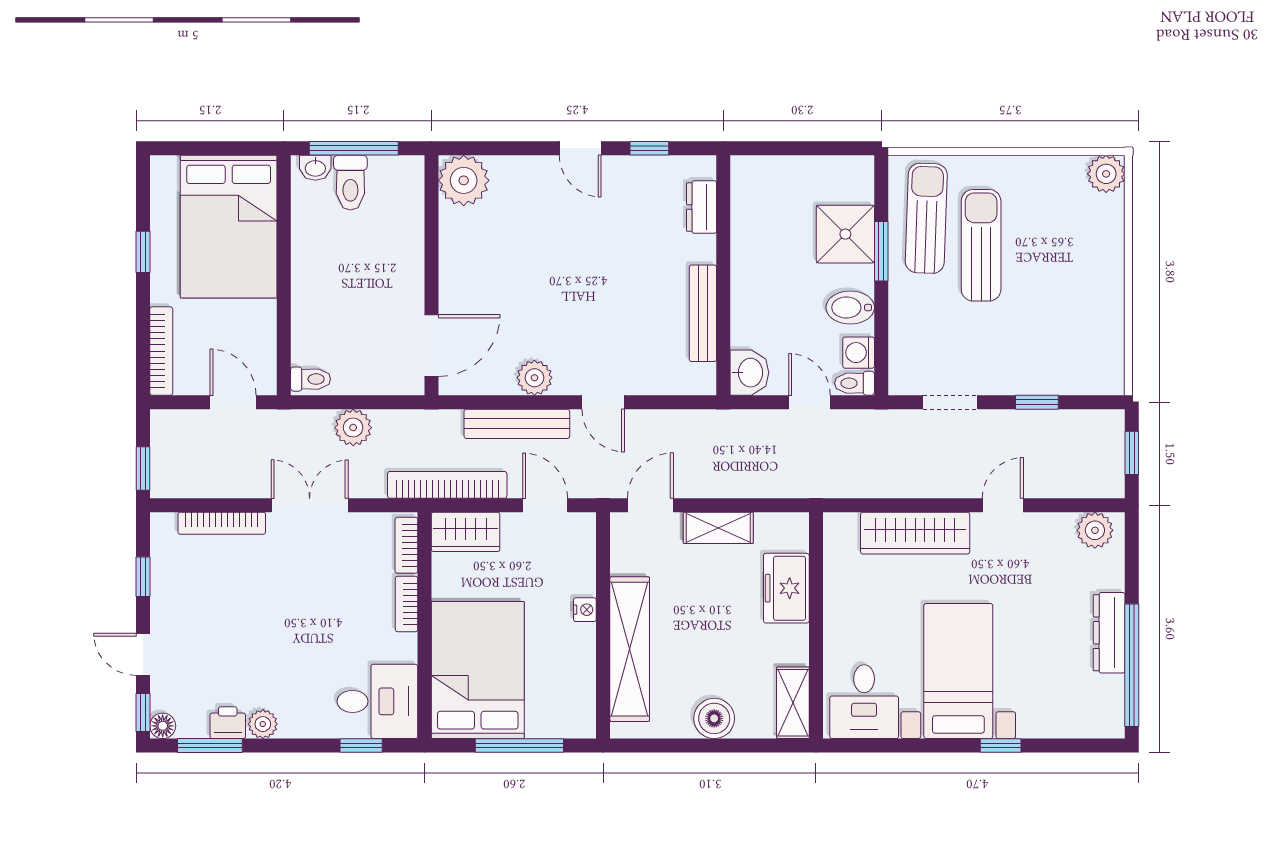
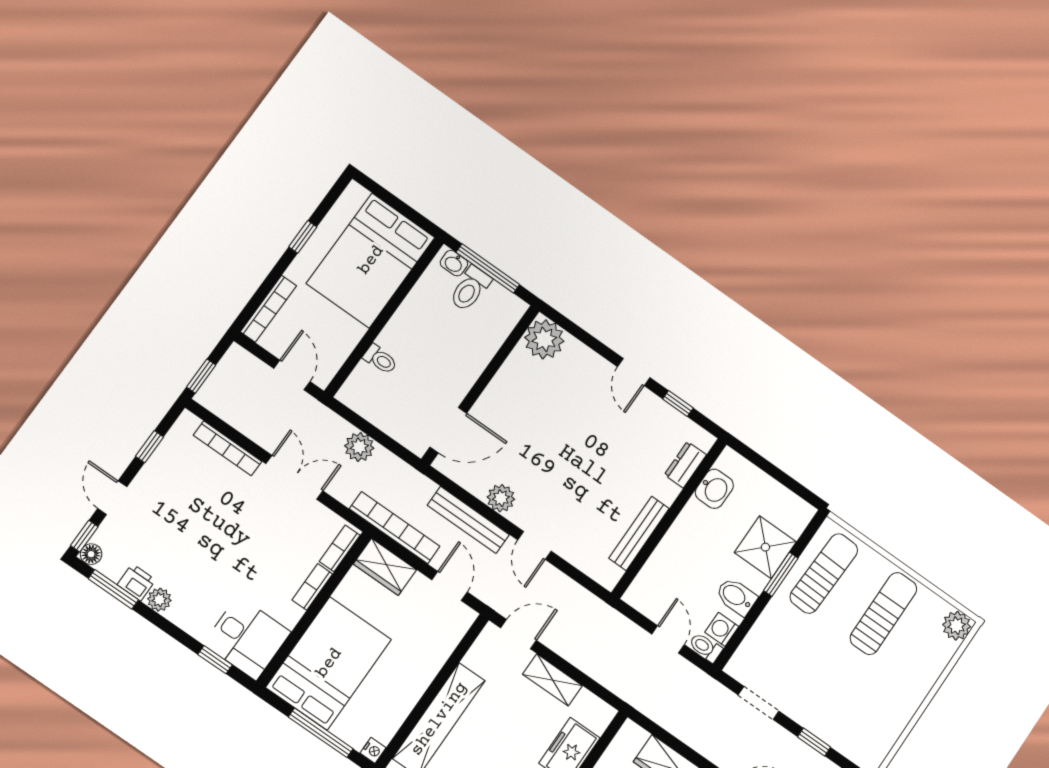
sun lounger: (981, 245) -> (883, 614), moved
washbasin: (749, 373) -> (714, 489), moved
toilet: (311, 379) -> (380, 359), moved
nightstand: (585, 610) -> (373, 750), moved

